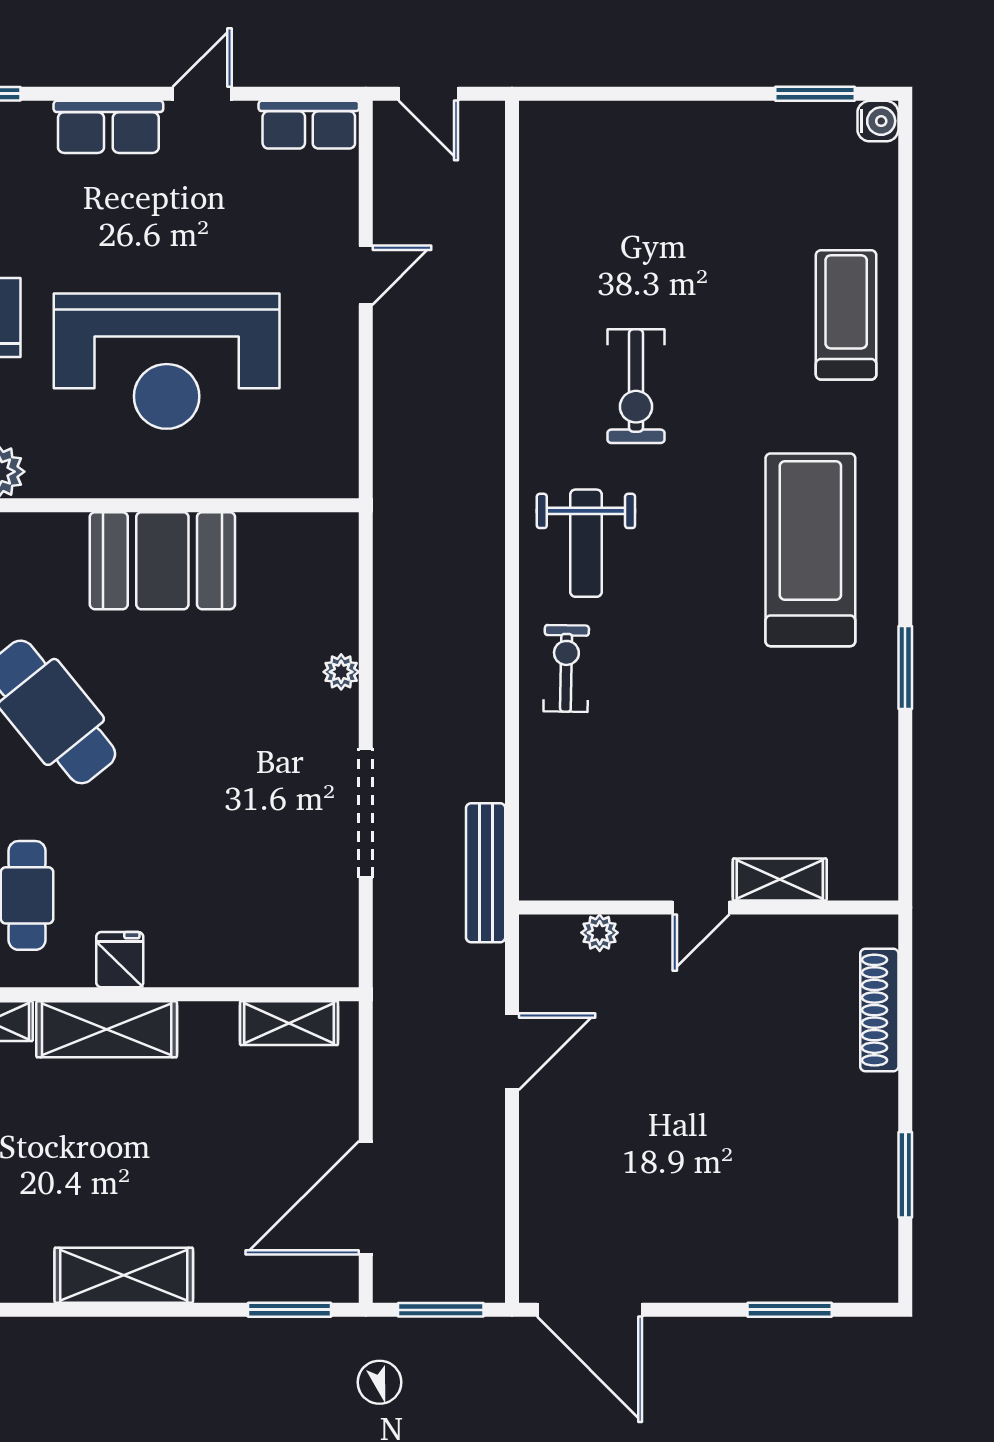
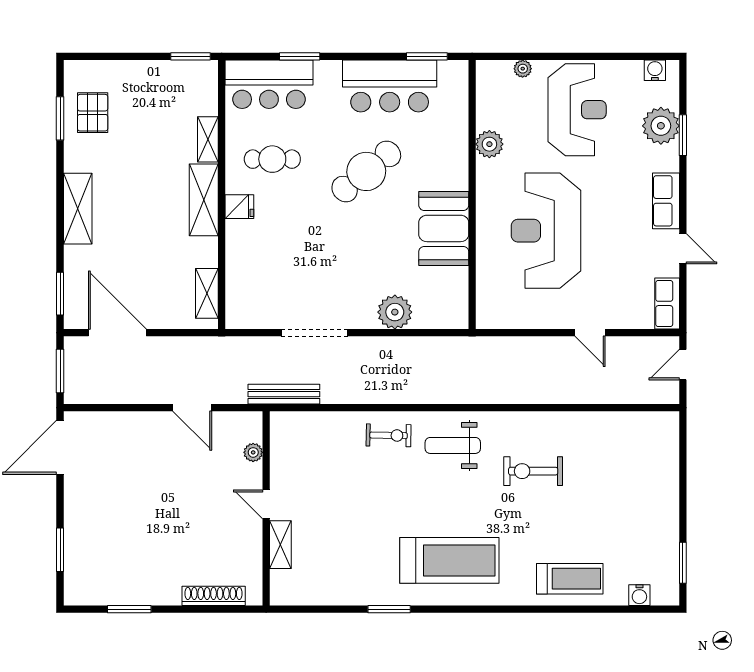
water cooler: (878, 121) -> (639, 595), moved
plant: (341, 672) -> (395, 312), width x1.88, depth x1.88

